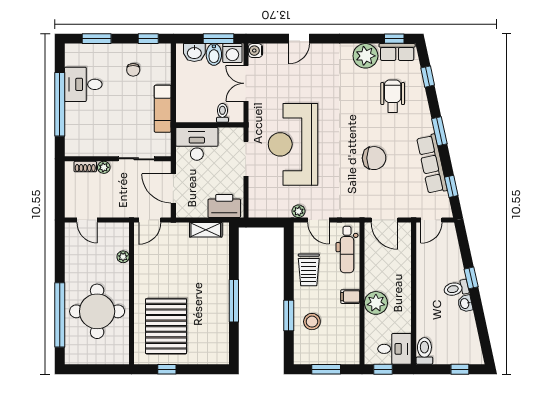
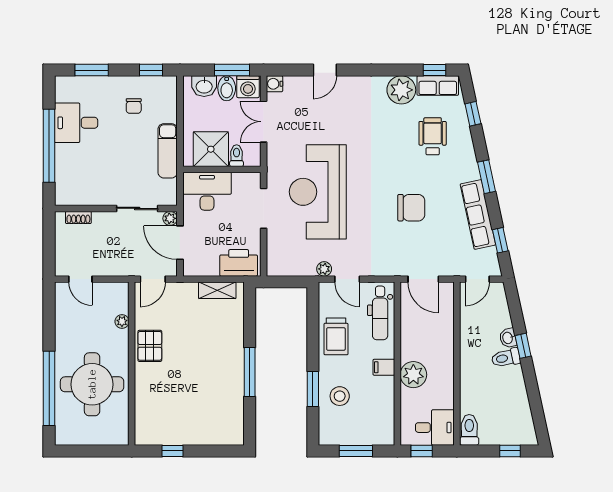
shower: (200, 107) -> (211, 149), added
plant: (104, 167) -> (170, 218), moved
washbasin: (465, 303) -> (508, 338), moved
pallet: (166, 326) -> (150, 346), moved, width x0.49, depth x0.50

